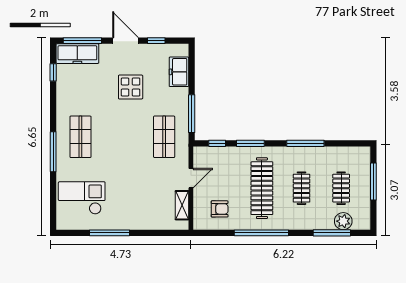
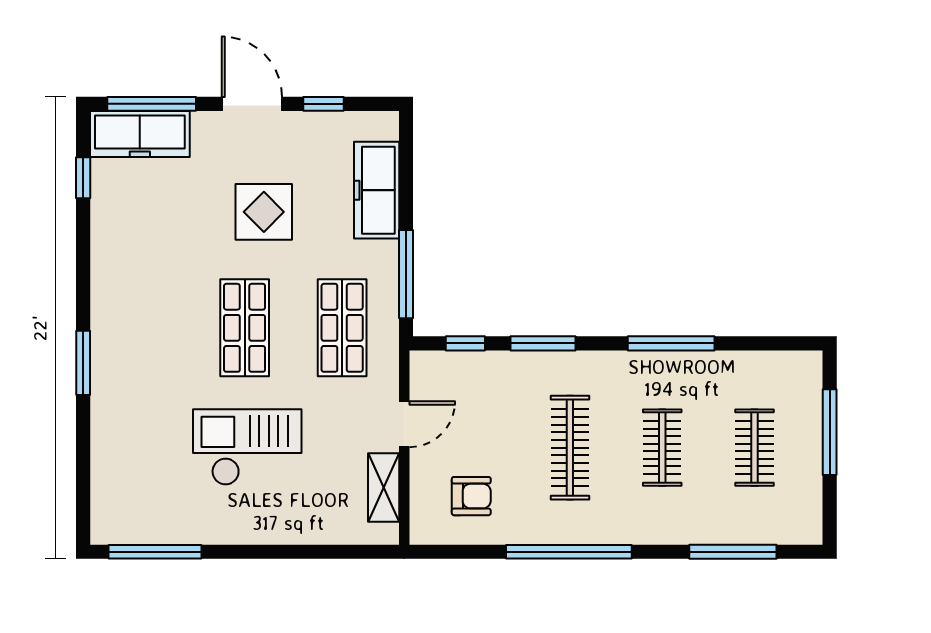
freezer: (179, 72) -> (377, 190), width x1.40
shop shelf: (80, 137) -> (245, 328), moved
window: (53, 152) -> (83, 363), width x0.69
clothes rail: (262, 188) -> (570, 448), width x0.73, depth x0.76
checkout: (82, 198) -> (247, 447), moved
plant: (343, 221) -> (759, 525), removed
window: (109, 233) -> (155, 552), moved

